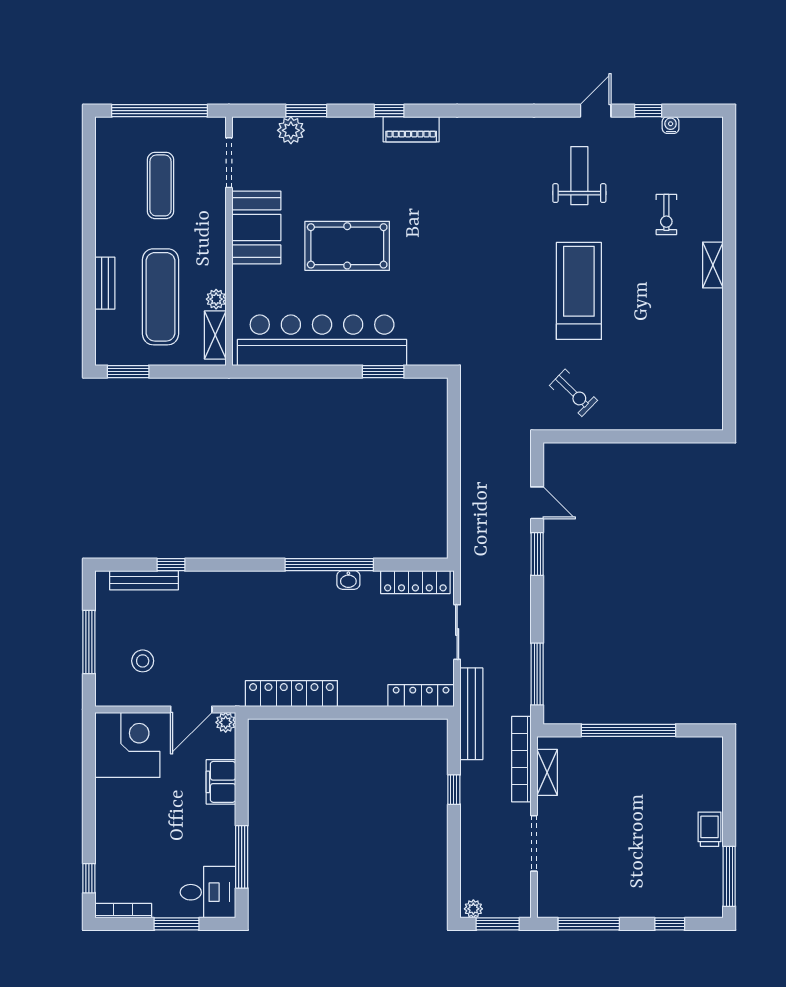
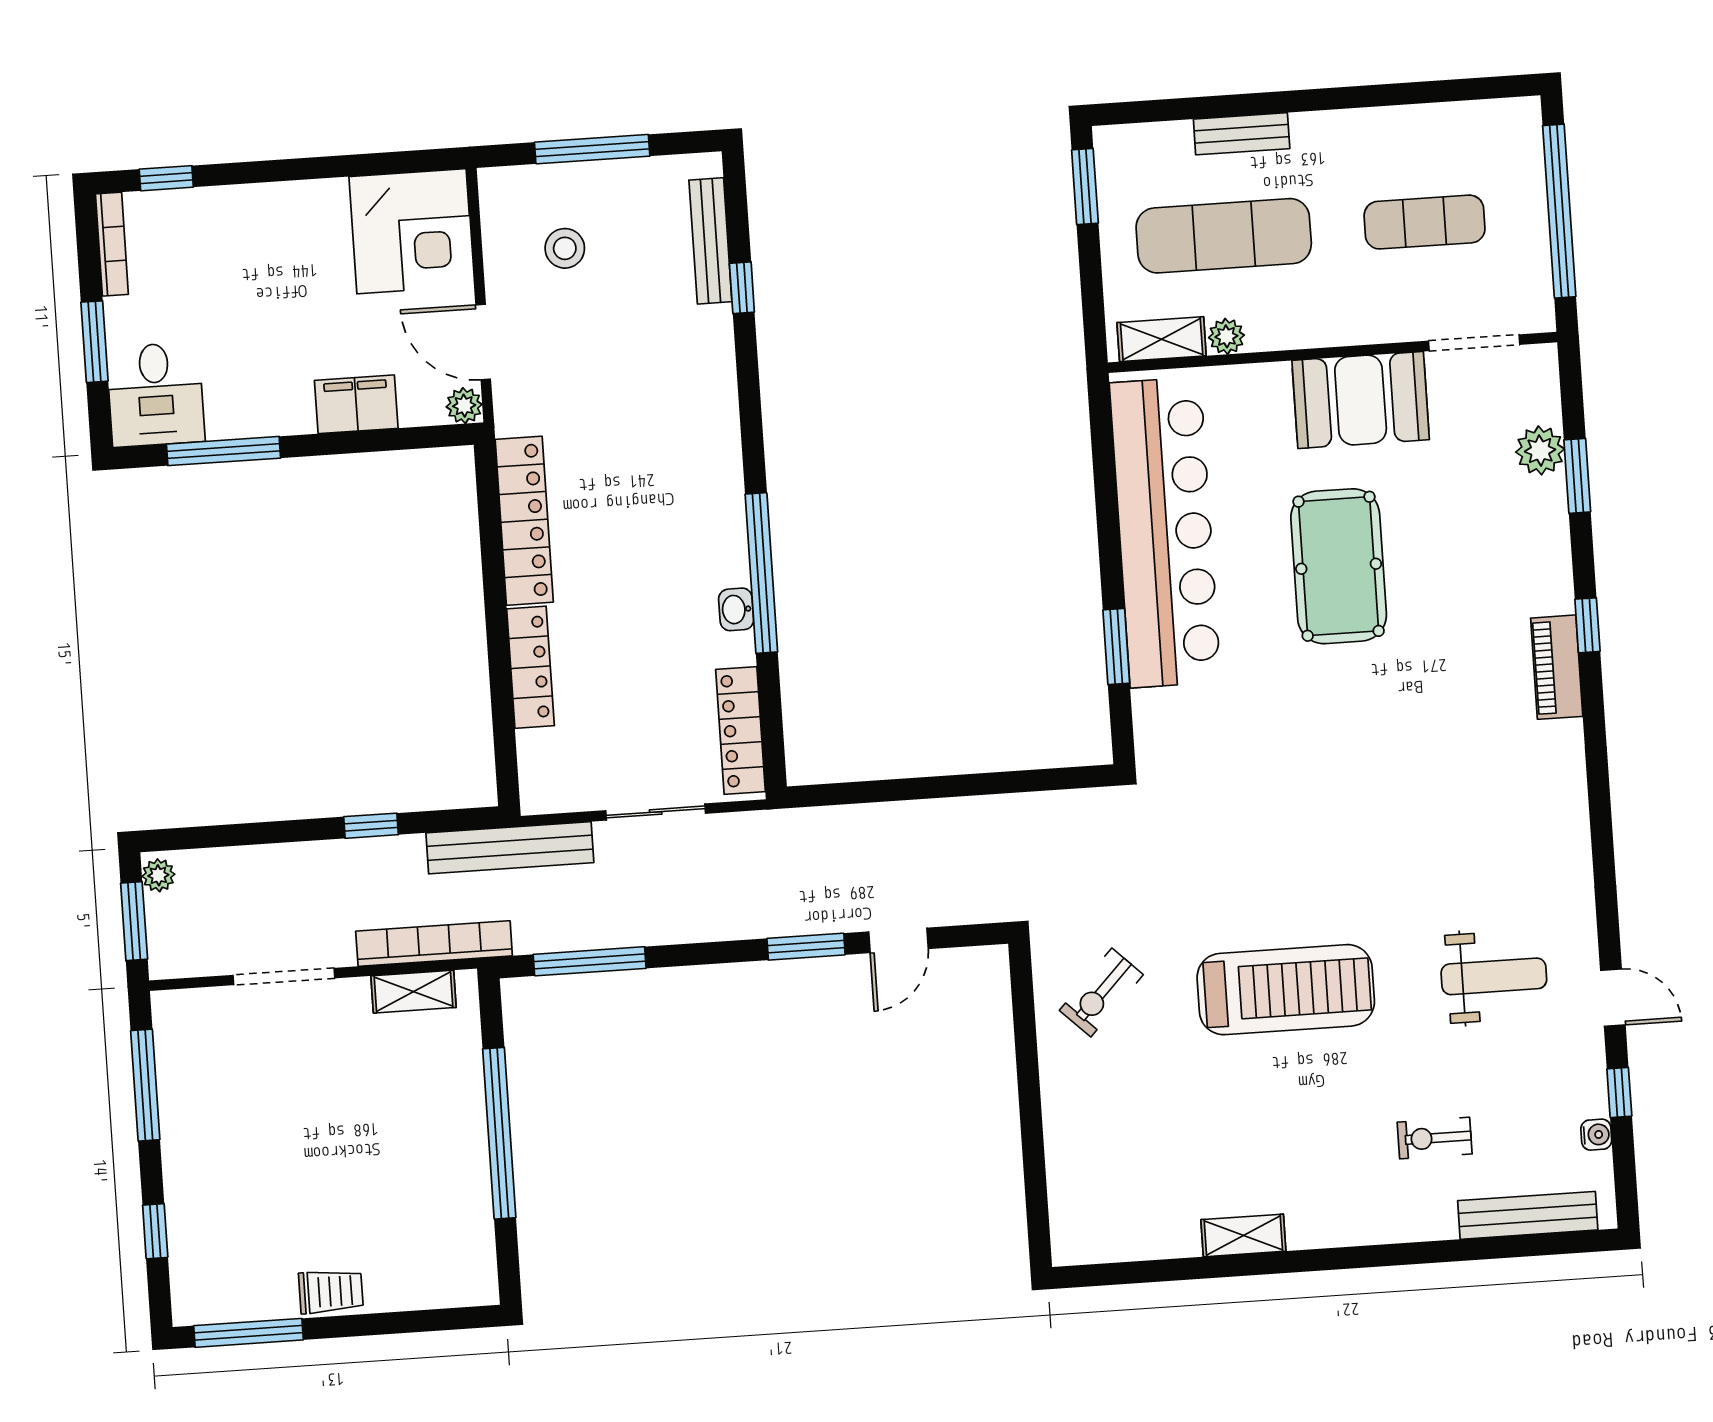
bench: (713, 166) -> (1528, 1215), added
shelving: (713, 265) -> (1243, 1235), moved
locker: (421, 696) -> (530, 667), moved

